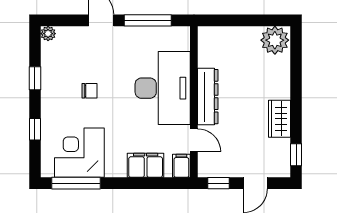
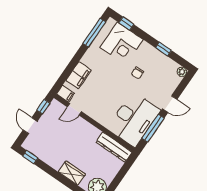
desk: (163, 88) -> (134, 119), moved, turned -90
dresser: (208, 97) -> (114, 147), moved
wardrobe: (280, 119) -> (72, 173), moved
window: (35, 129) -> (126, 23), moved
corner desk: (79, 153) -> (122, 43), moved, turned 90

